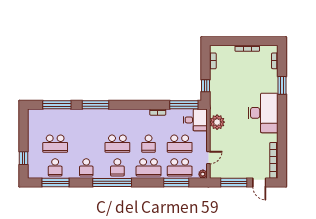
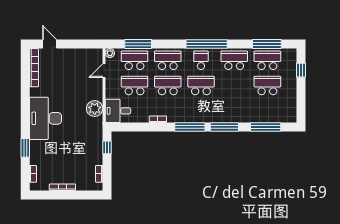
window: (184, 105) -> (190, 127), moved
school desk: (149, 144) -> (168, 86), width x1.85
school desk: (55, 167) -> (267, 60), width x1.85
school desk: (86, 167) -> (234, 60), width x1.85
window: (234, 182) -> (77, 44), removed

